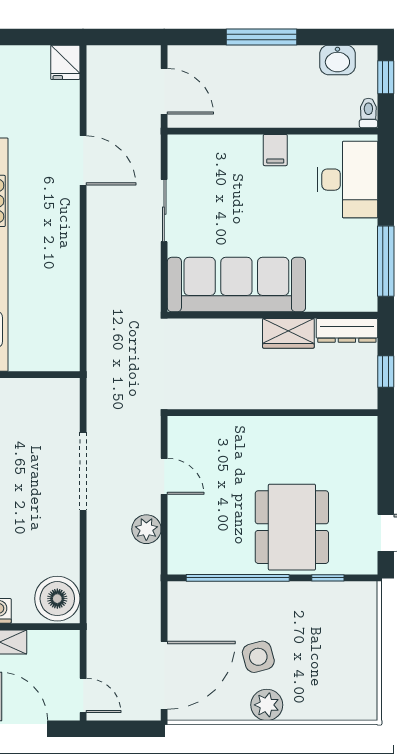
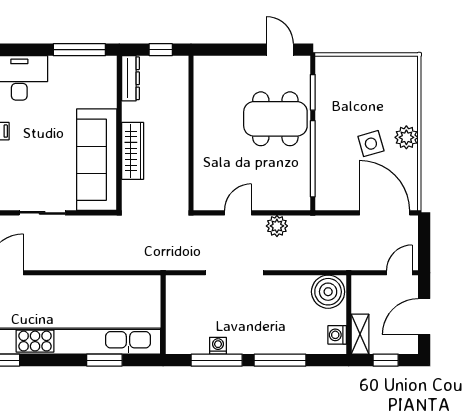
wardrobe: (288, 333) -> (133, 151), moved, width x1.50
window: (328, 578) -> (313, 92), width x1.50

